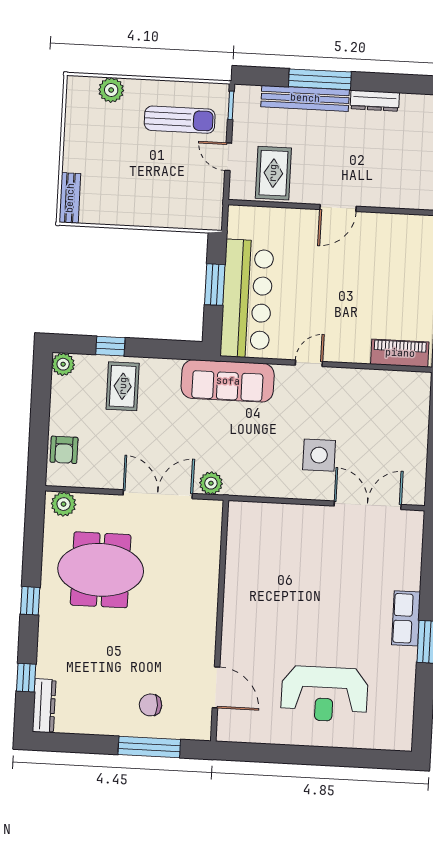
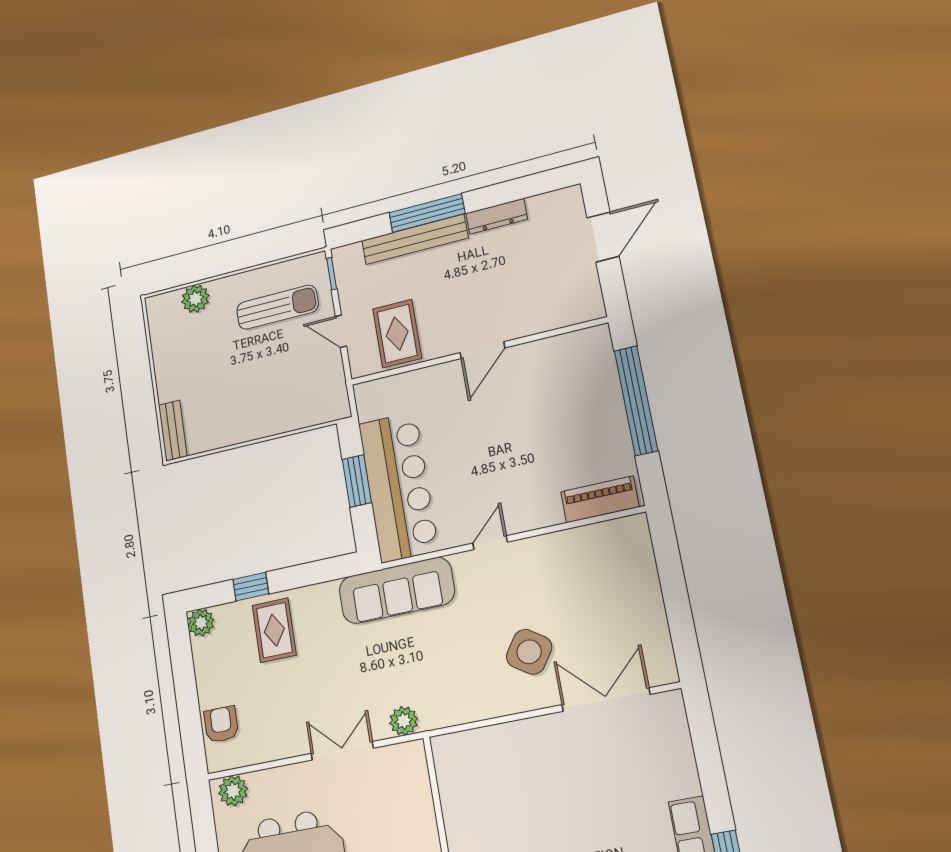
armchair: (64, 450) -> (221, 724), turned 180
side table: (319, 455) -> (529, 652), turned 34
double door: (158, 494) -> (342, 751), width x0.73

